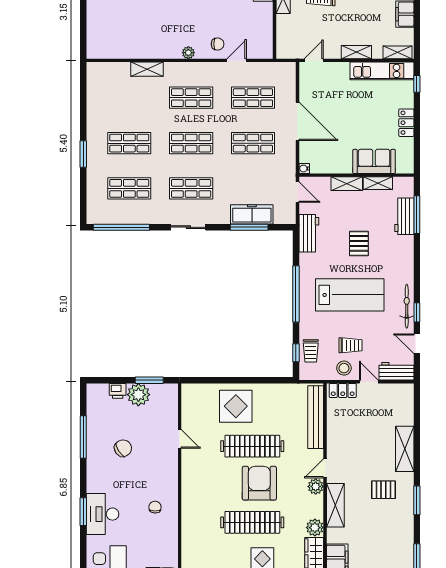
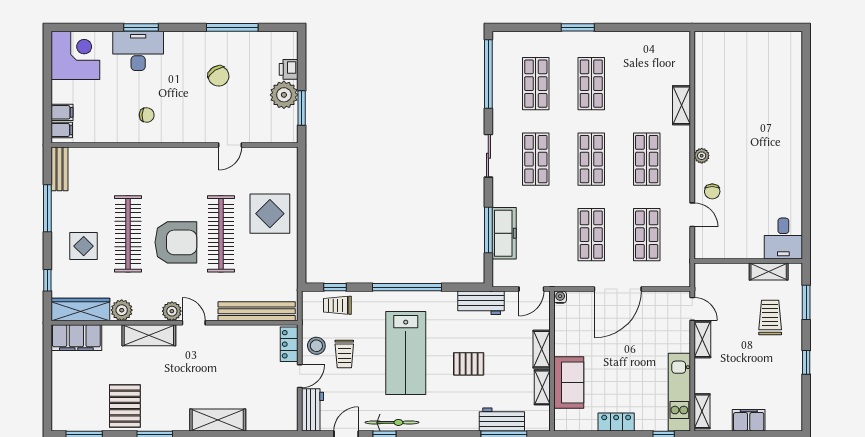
shelving: (356, 52) -> (702, 339), moved
pallet: (383, 490) -> (125, 406), moved, width x1.50, depth x1.42

